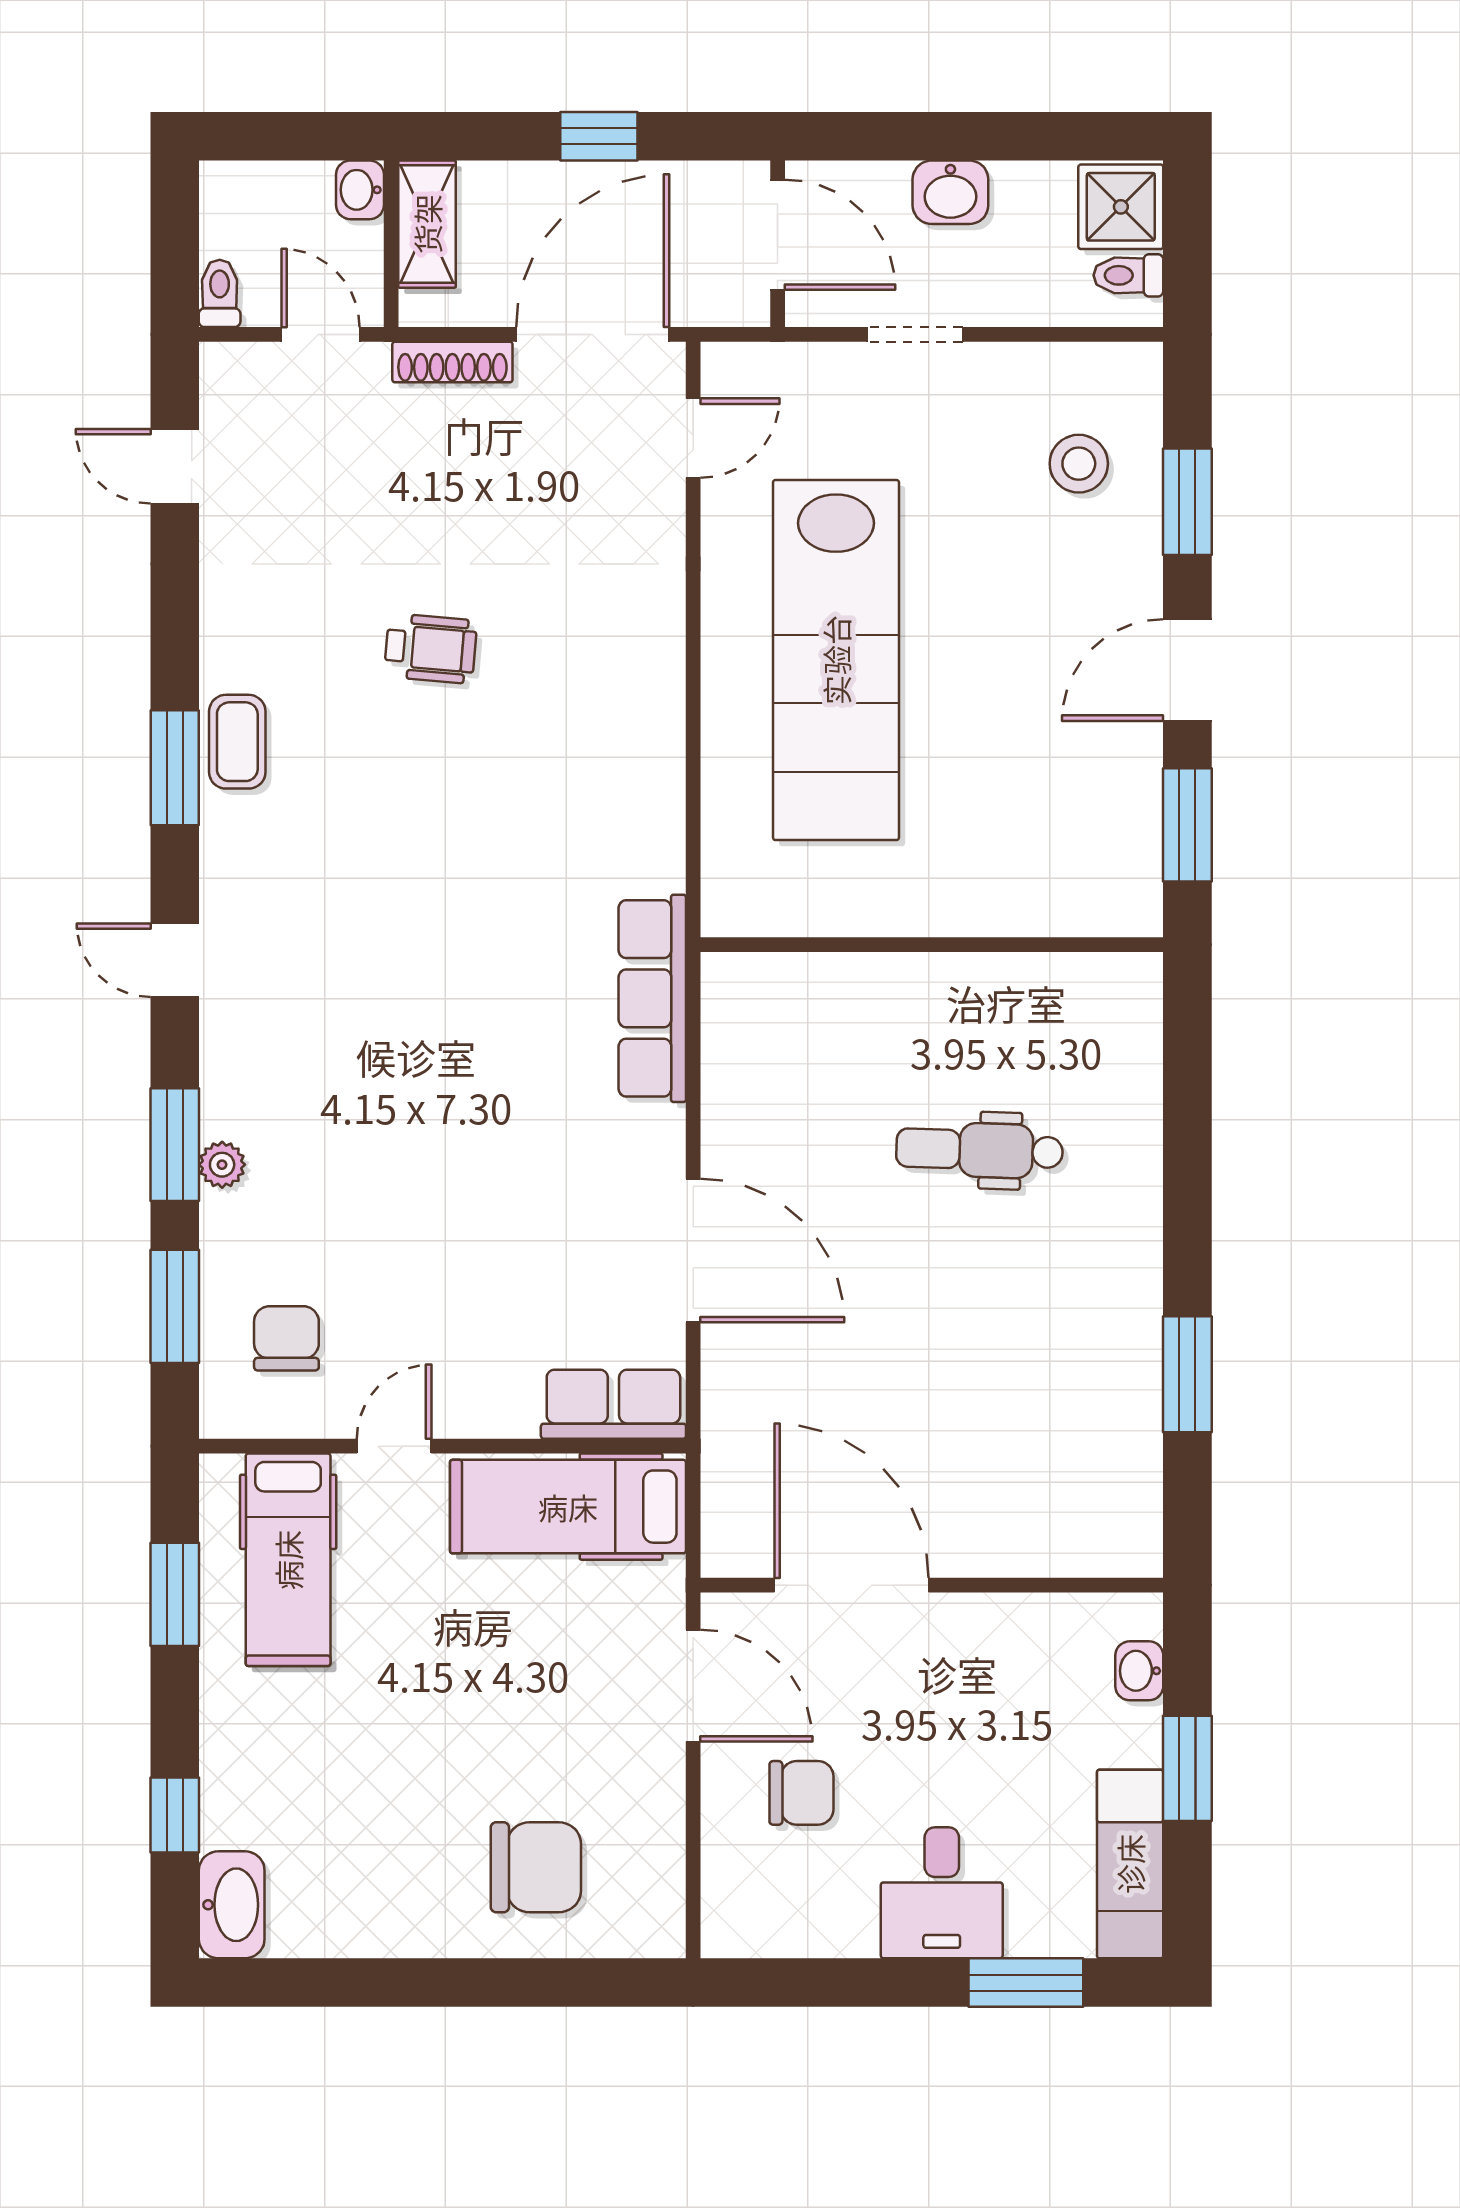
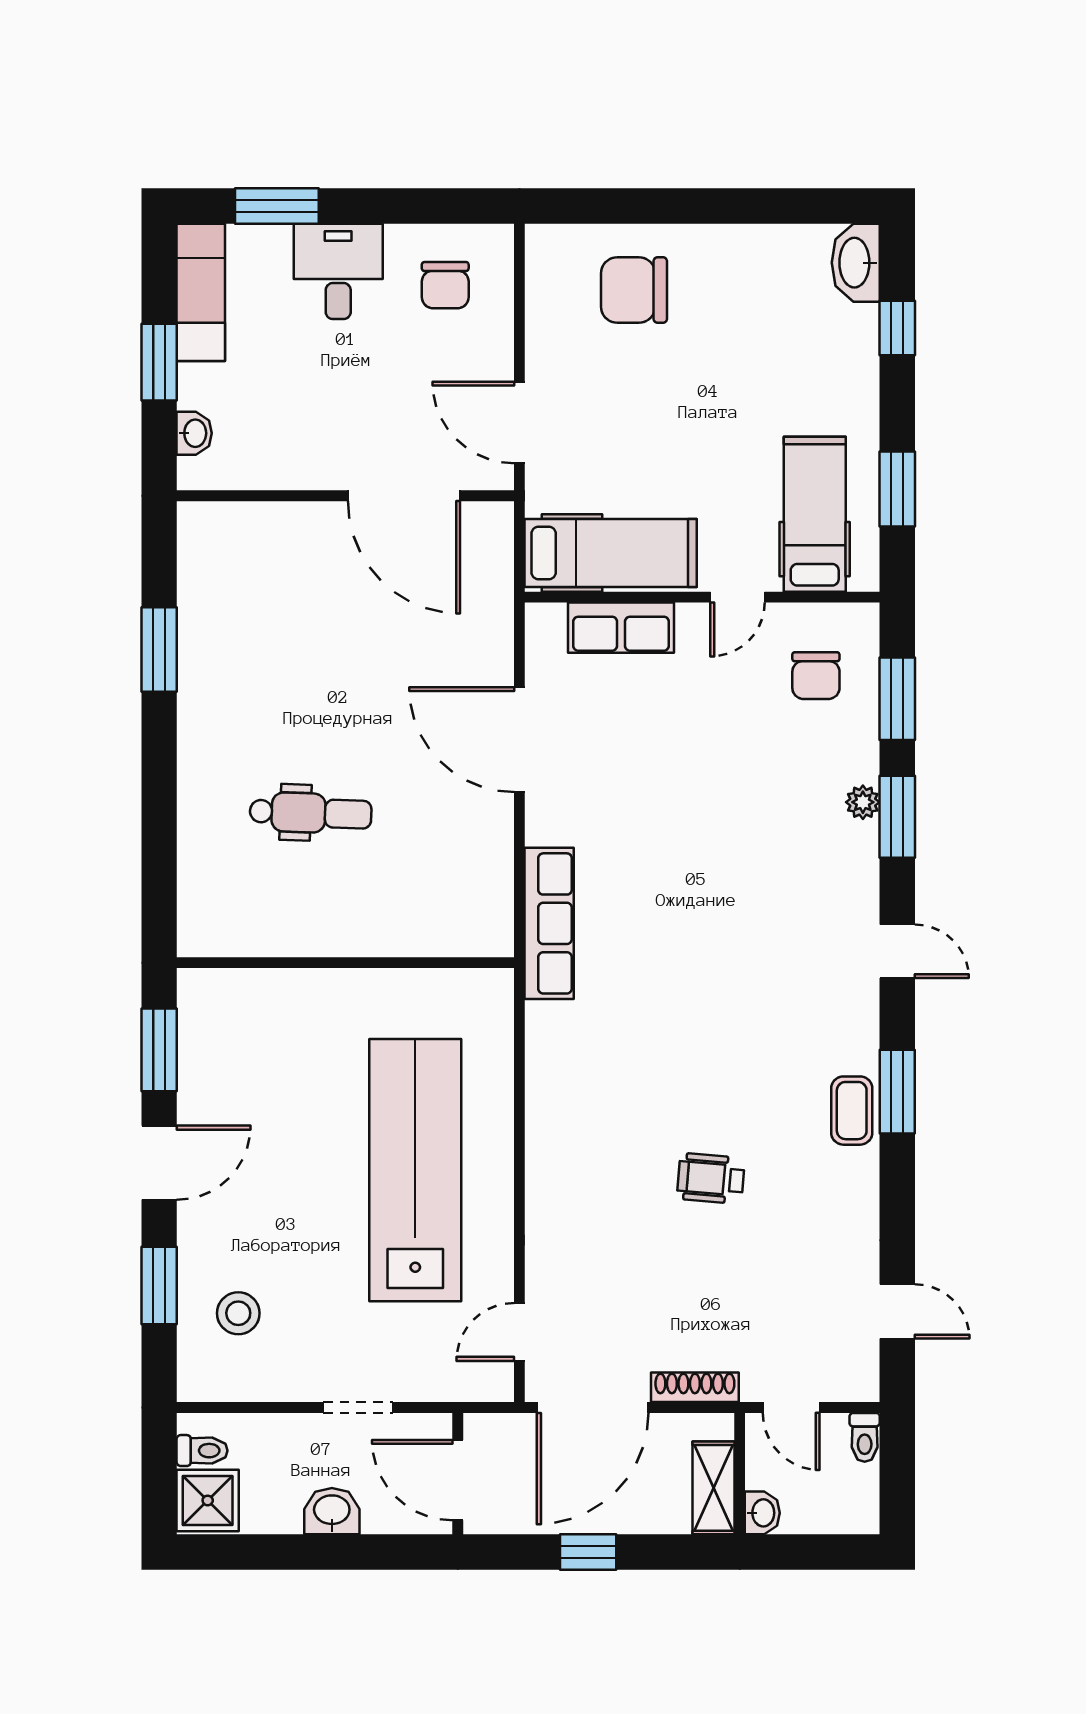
row of seats: (613, 1404) -> (621, 628), moved
chair: (801, 1793) -> (445, 285), moved, turned -90

